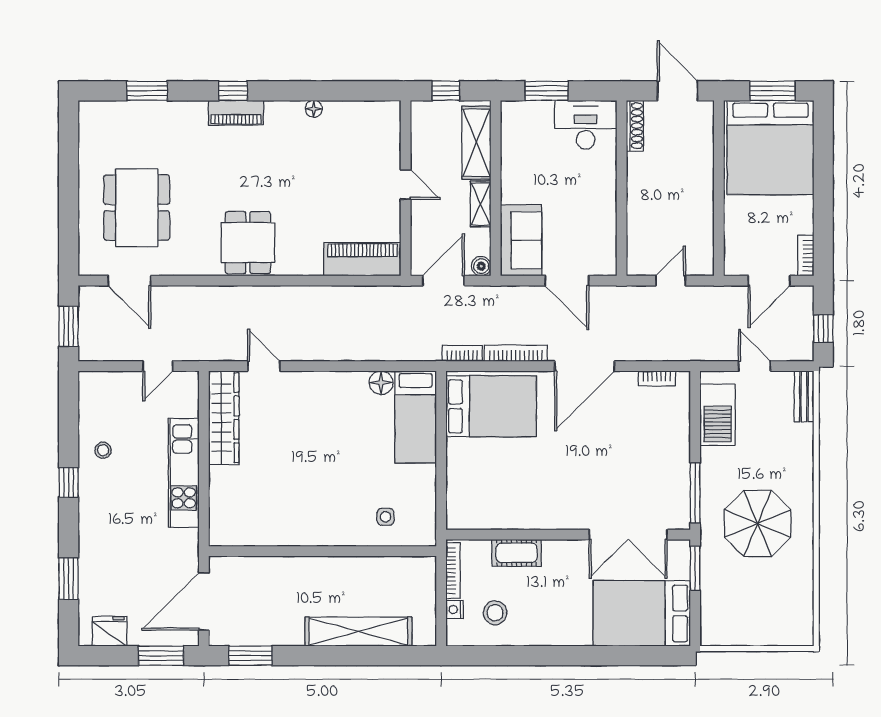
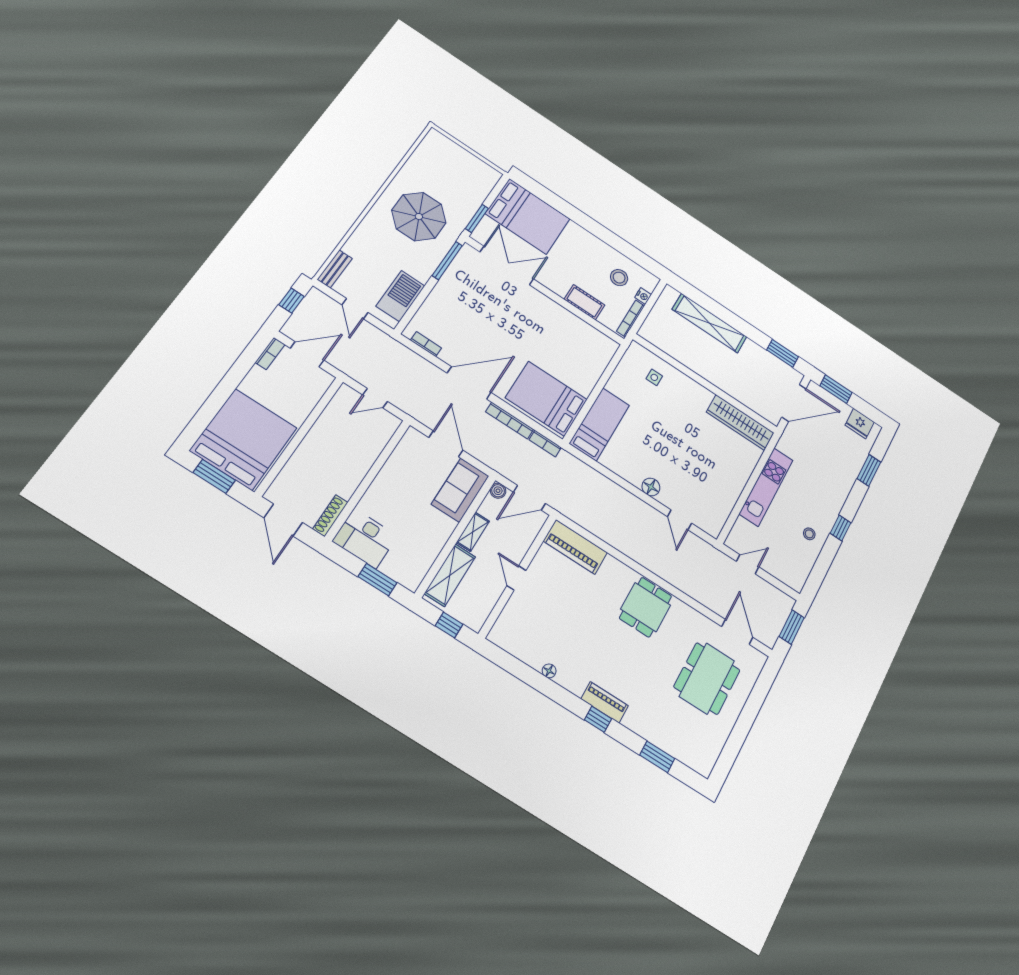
floor lamp: (381, 383) -> (651, 487), moved
wardrobe: (224, 418) -> (740, 423), moved, turned -90

